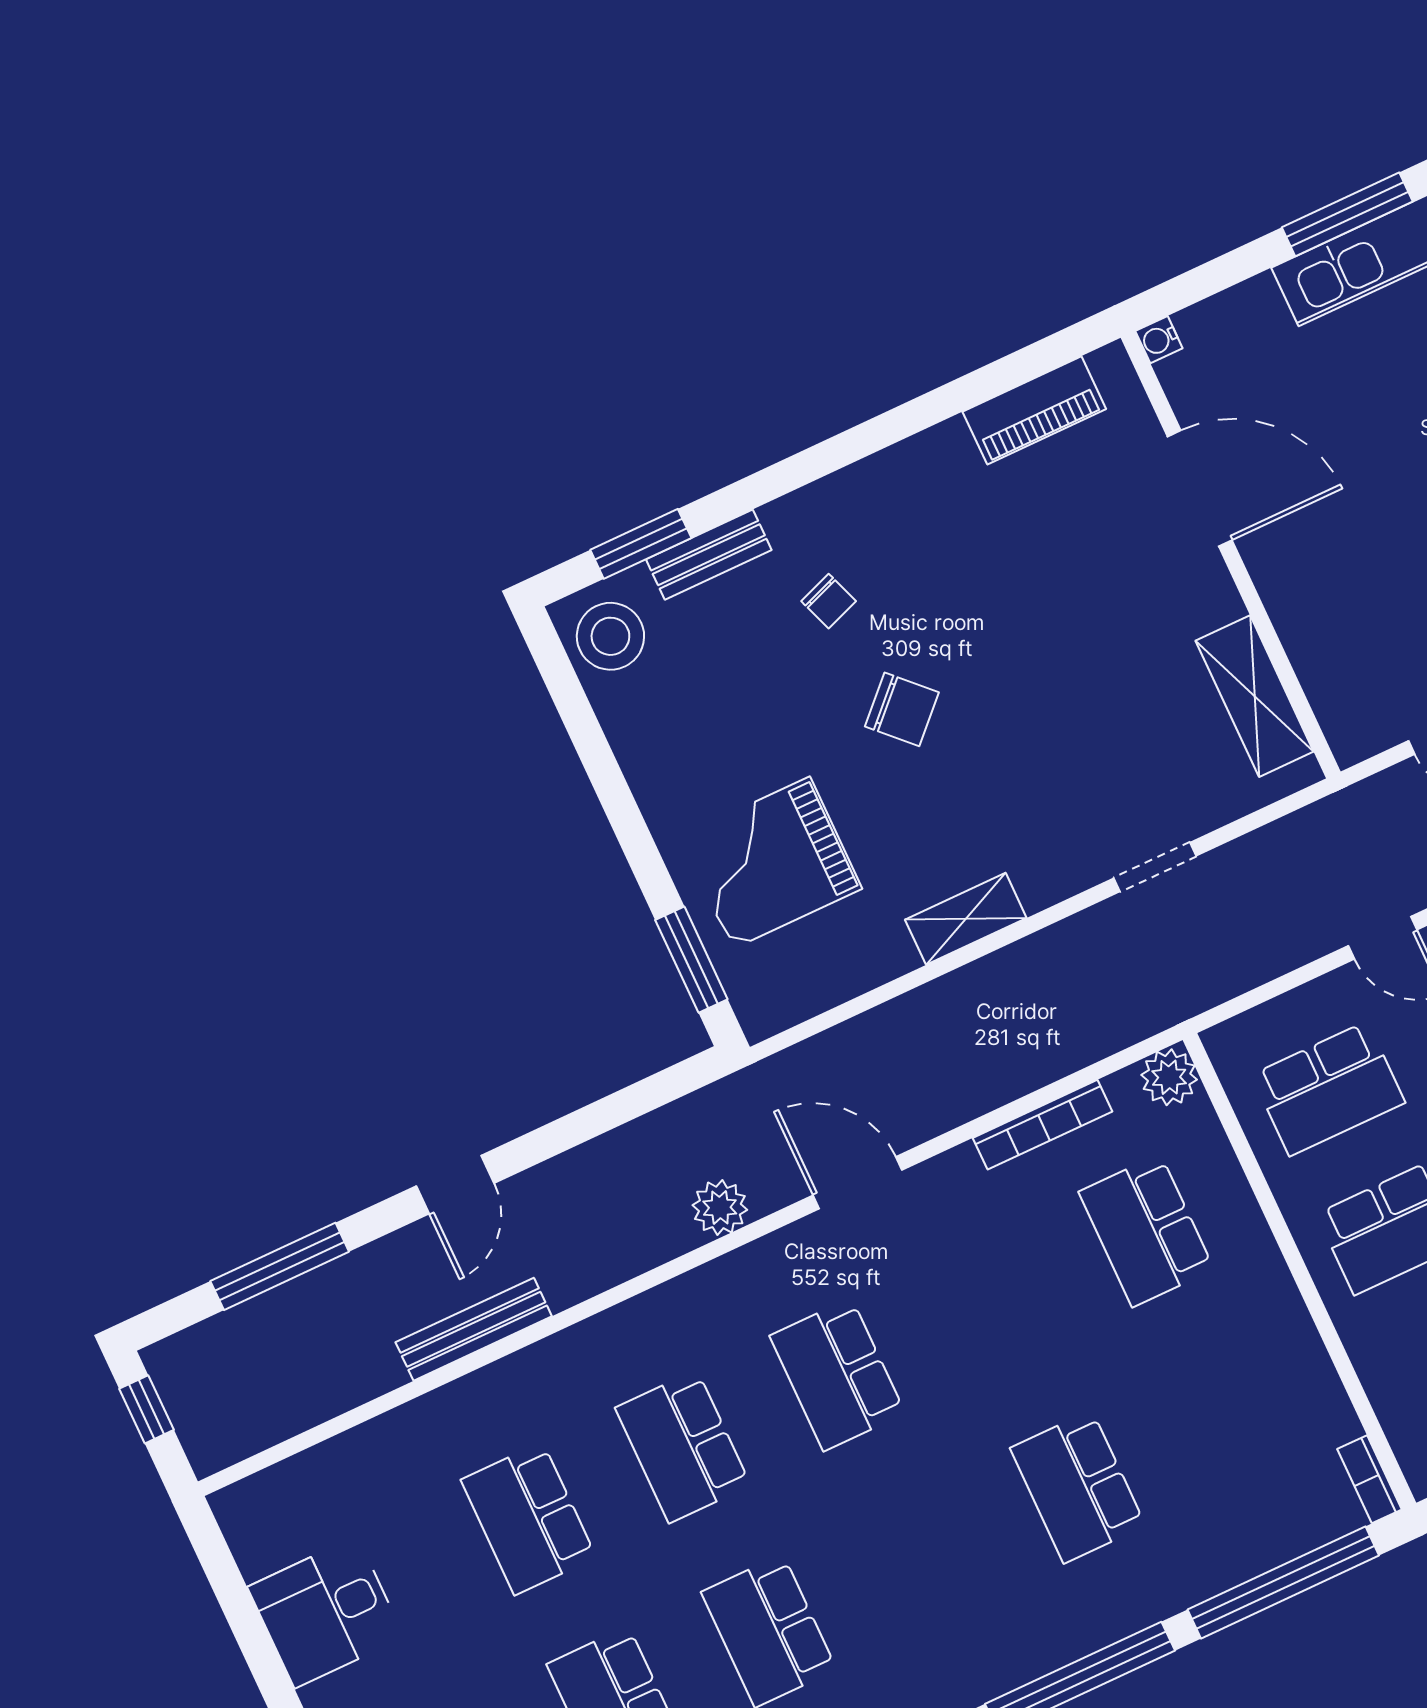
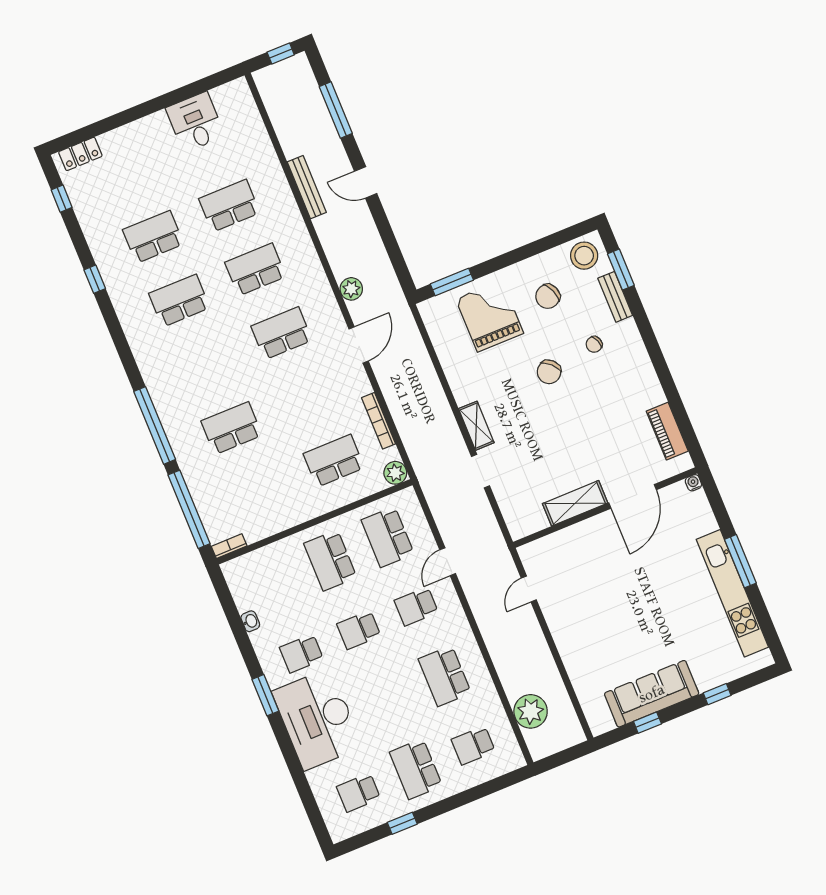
shelving: (1255, 696) -> (575, 503), moved
chair: (715, 721) -> (548, 296), added
shelving: (966, 919) -> (476, 426), moved

